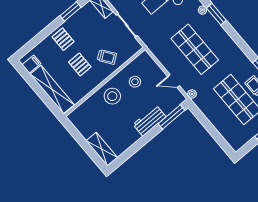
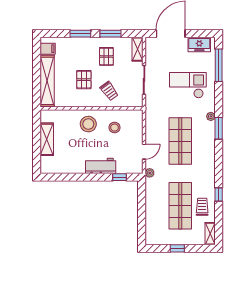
window: (47, 31) -> (80, 34), added
pallet: (63, 39) -> (106, 56), moved
door: (174, 81) -> (144, 152), swing flipped
window: (171, 117) -> (120, 177), width x0.46
shelving: (102, 149) -> (47, 139), moved

